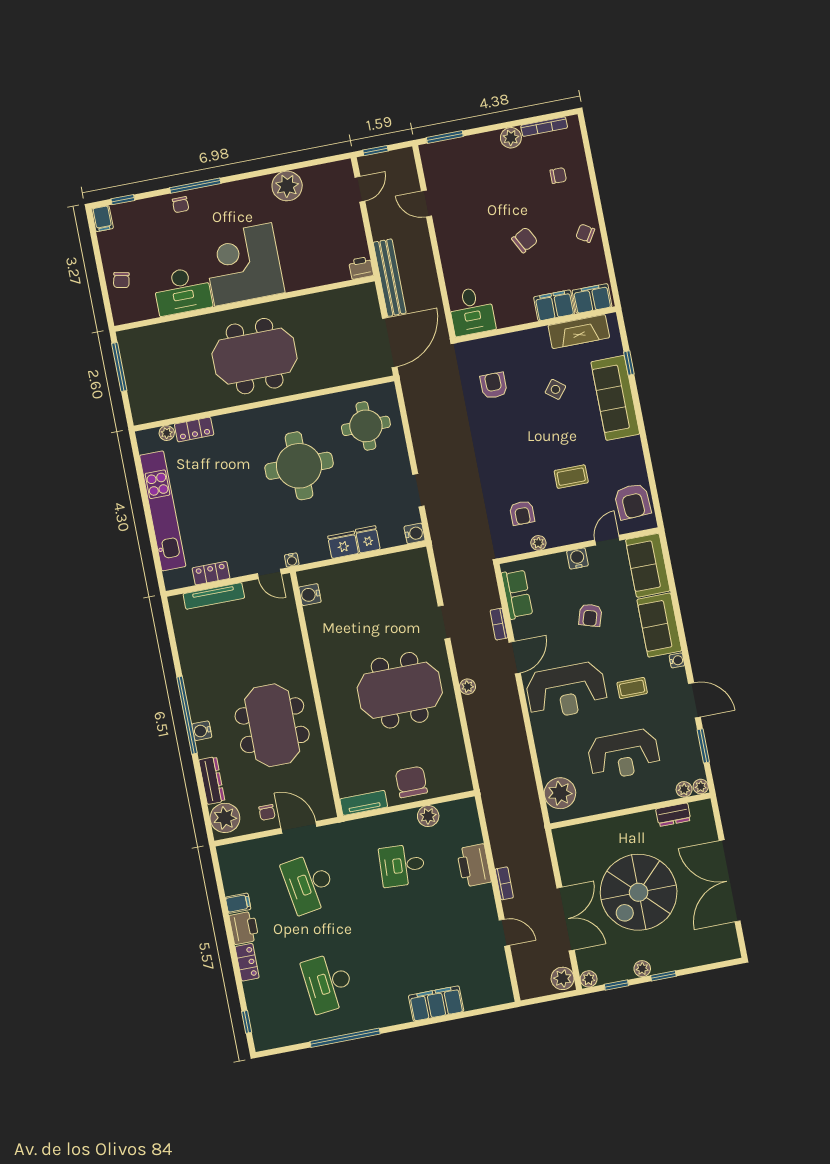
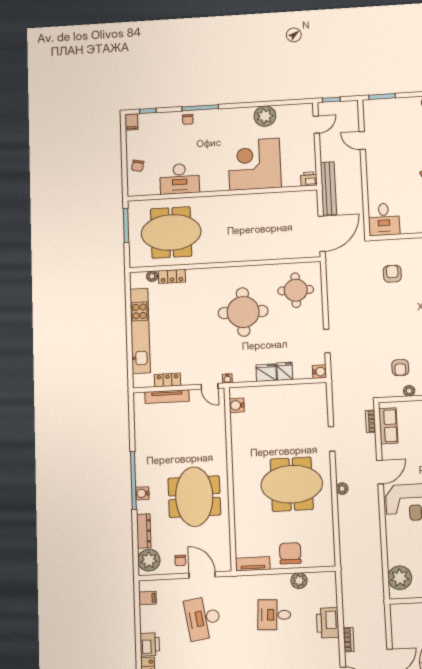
corner desk: (243, 264) -> (254, 164), moved
meeting table: (255, 356) -> (171, 232), moved
bookcase: (499, 624) -> (371, 421), moved
filing cabinet: (238, 903) -> (148, 598), moved

